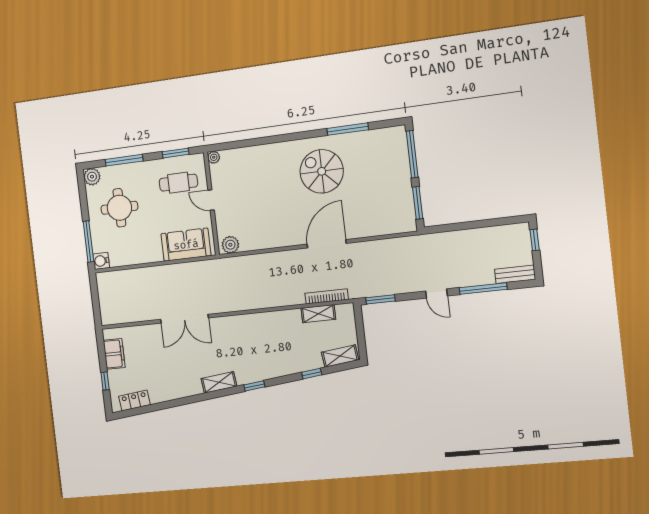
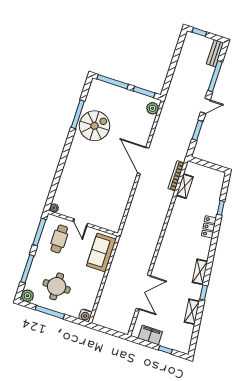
window: (176, 153) -> (39, 232), width x1.44
spiral stairs: (322, 171) -> (95, 126), moved, turned 180
door: (211, 200) -> (81, 222), hinge flipped
window: (88, 242) -> (50, 312), moved
plant: (230, 245) -> (153, 108), moved
window: (380, 299) -> (197, 130), moved
double door: (184, 319) -> (143, 292), moved
shelving: (340, 356) -> (192, 312), moved
window: (254, 386) -> (204, 293), moved
locker: (134, 400) -> (209, 227), moved

